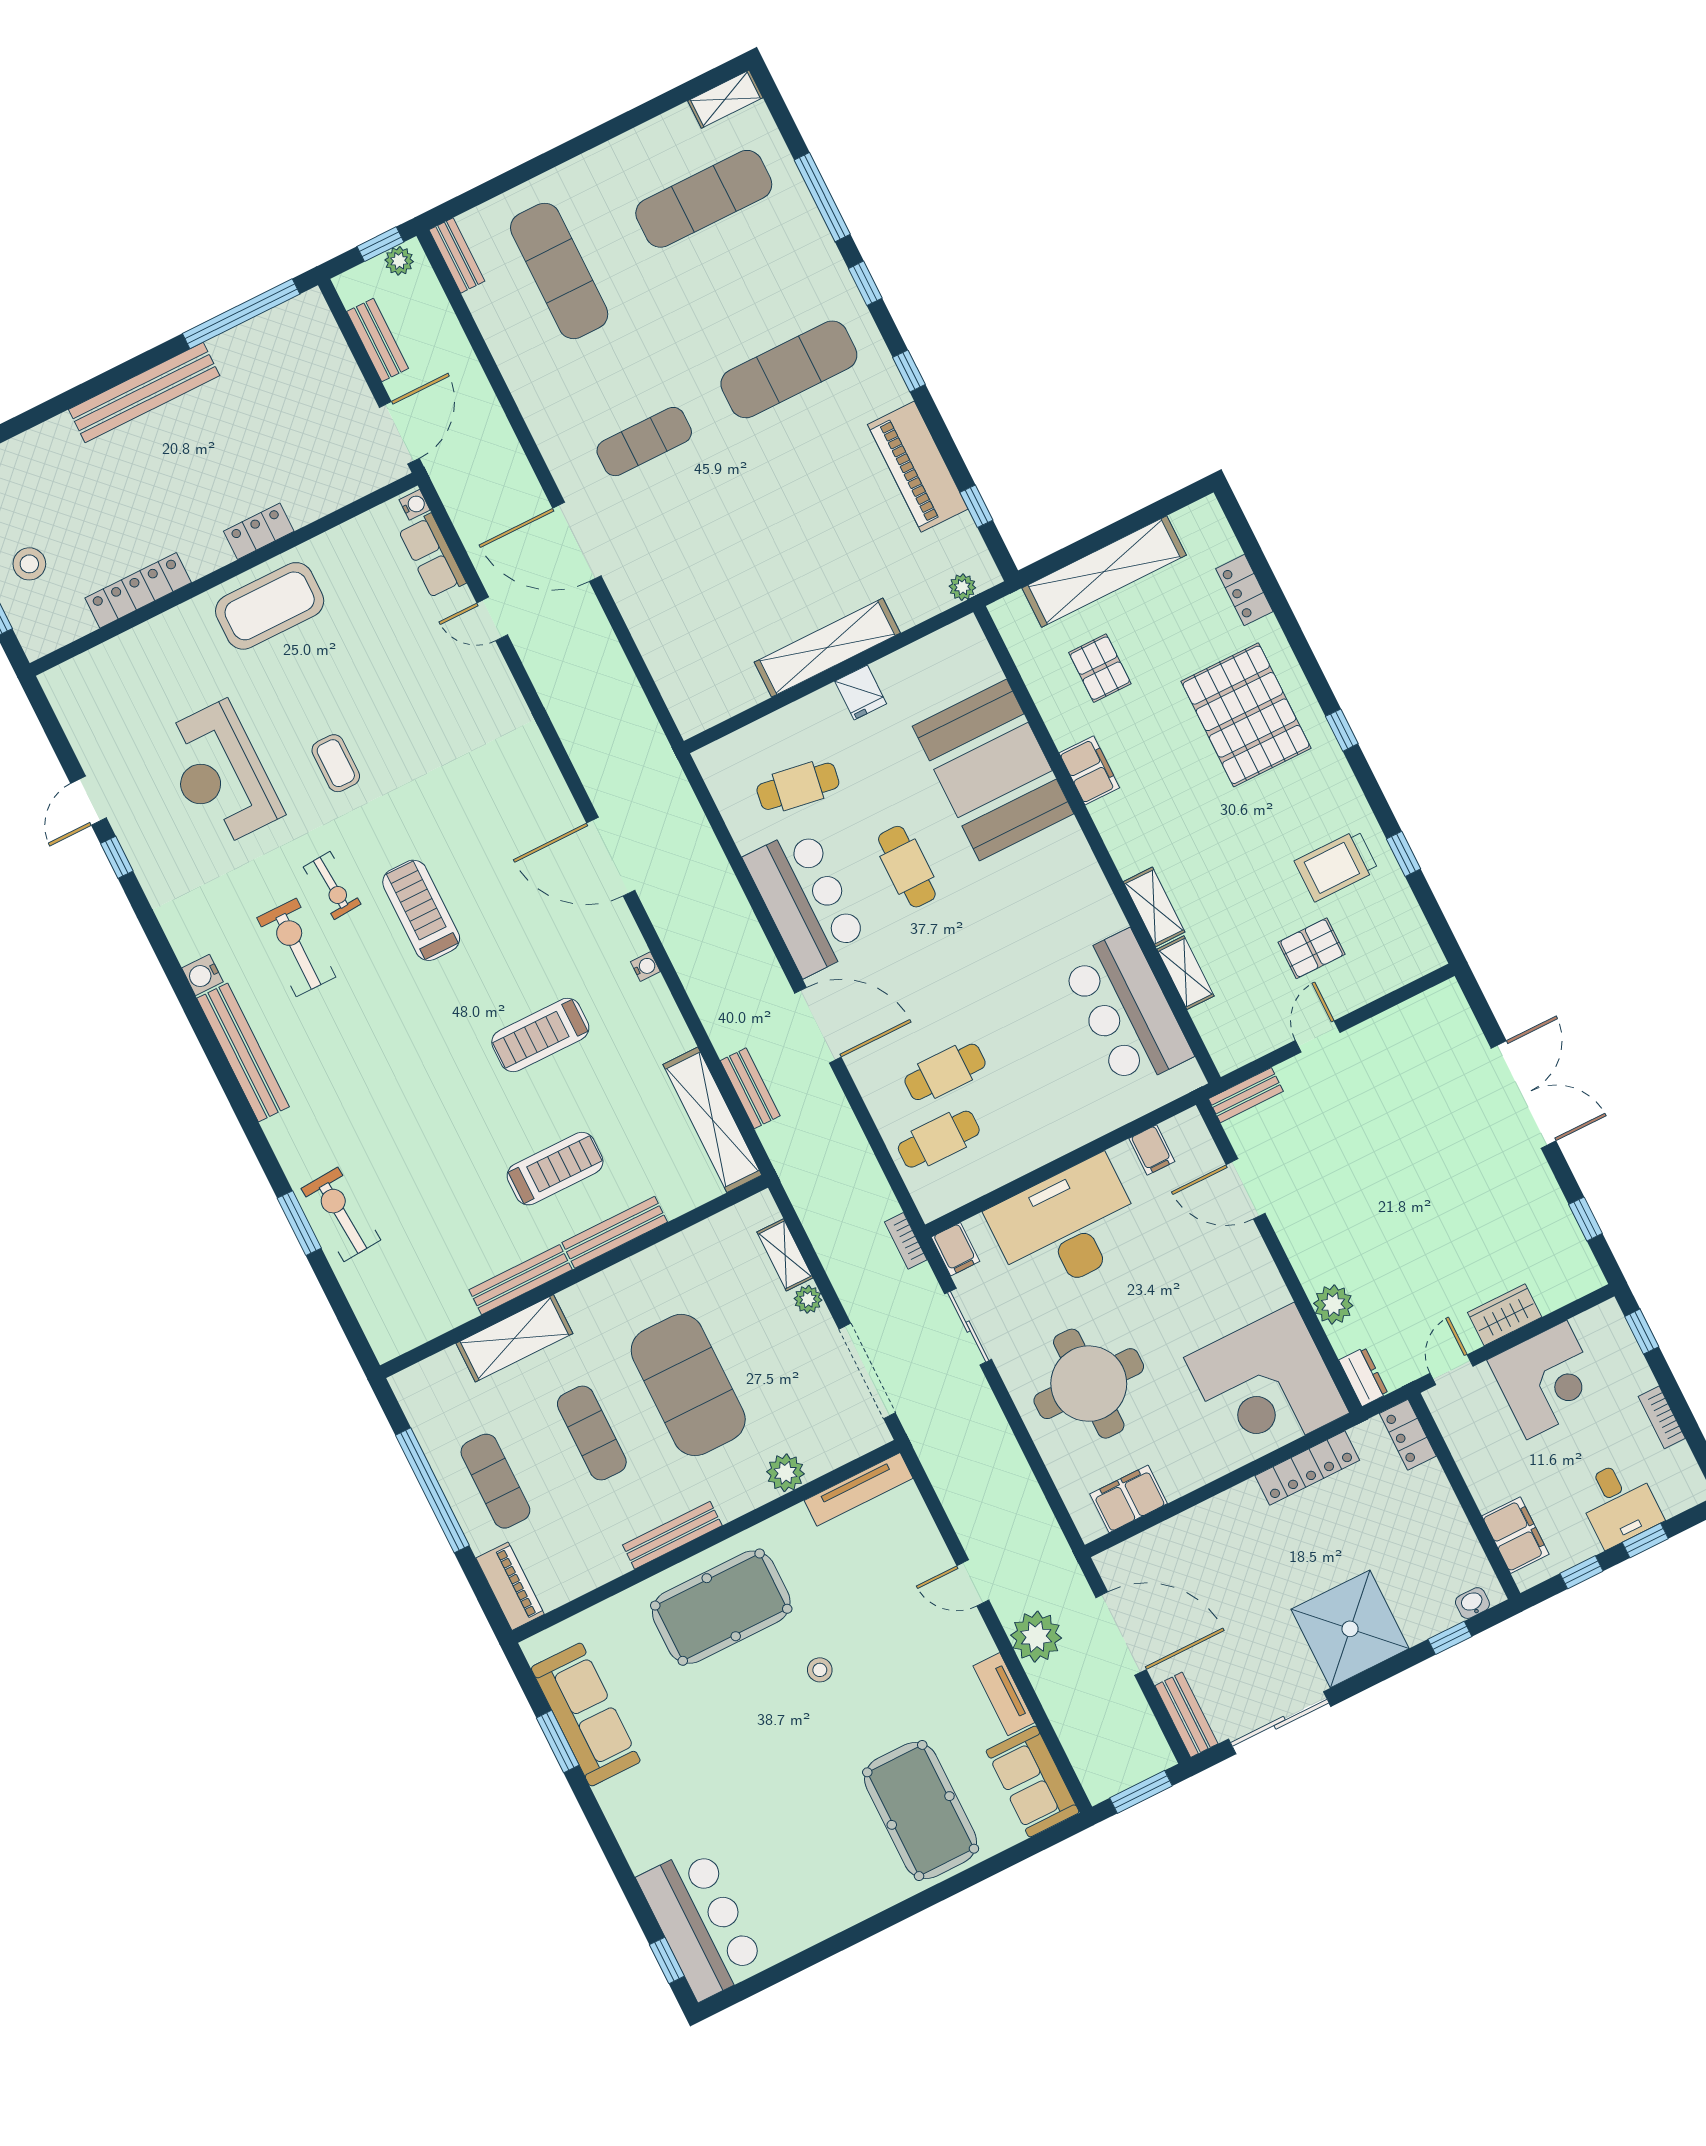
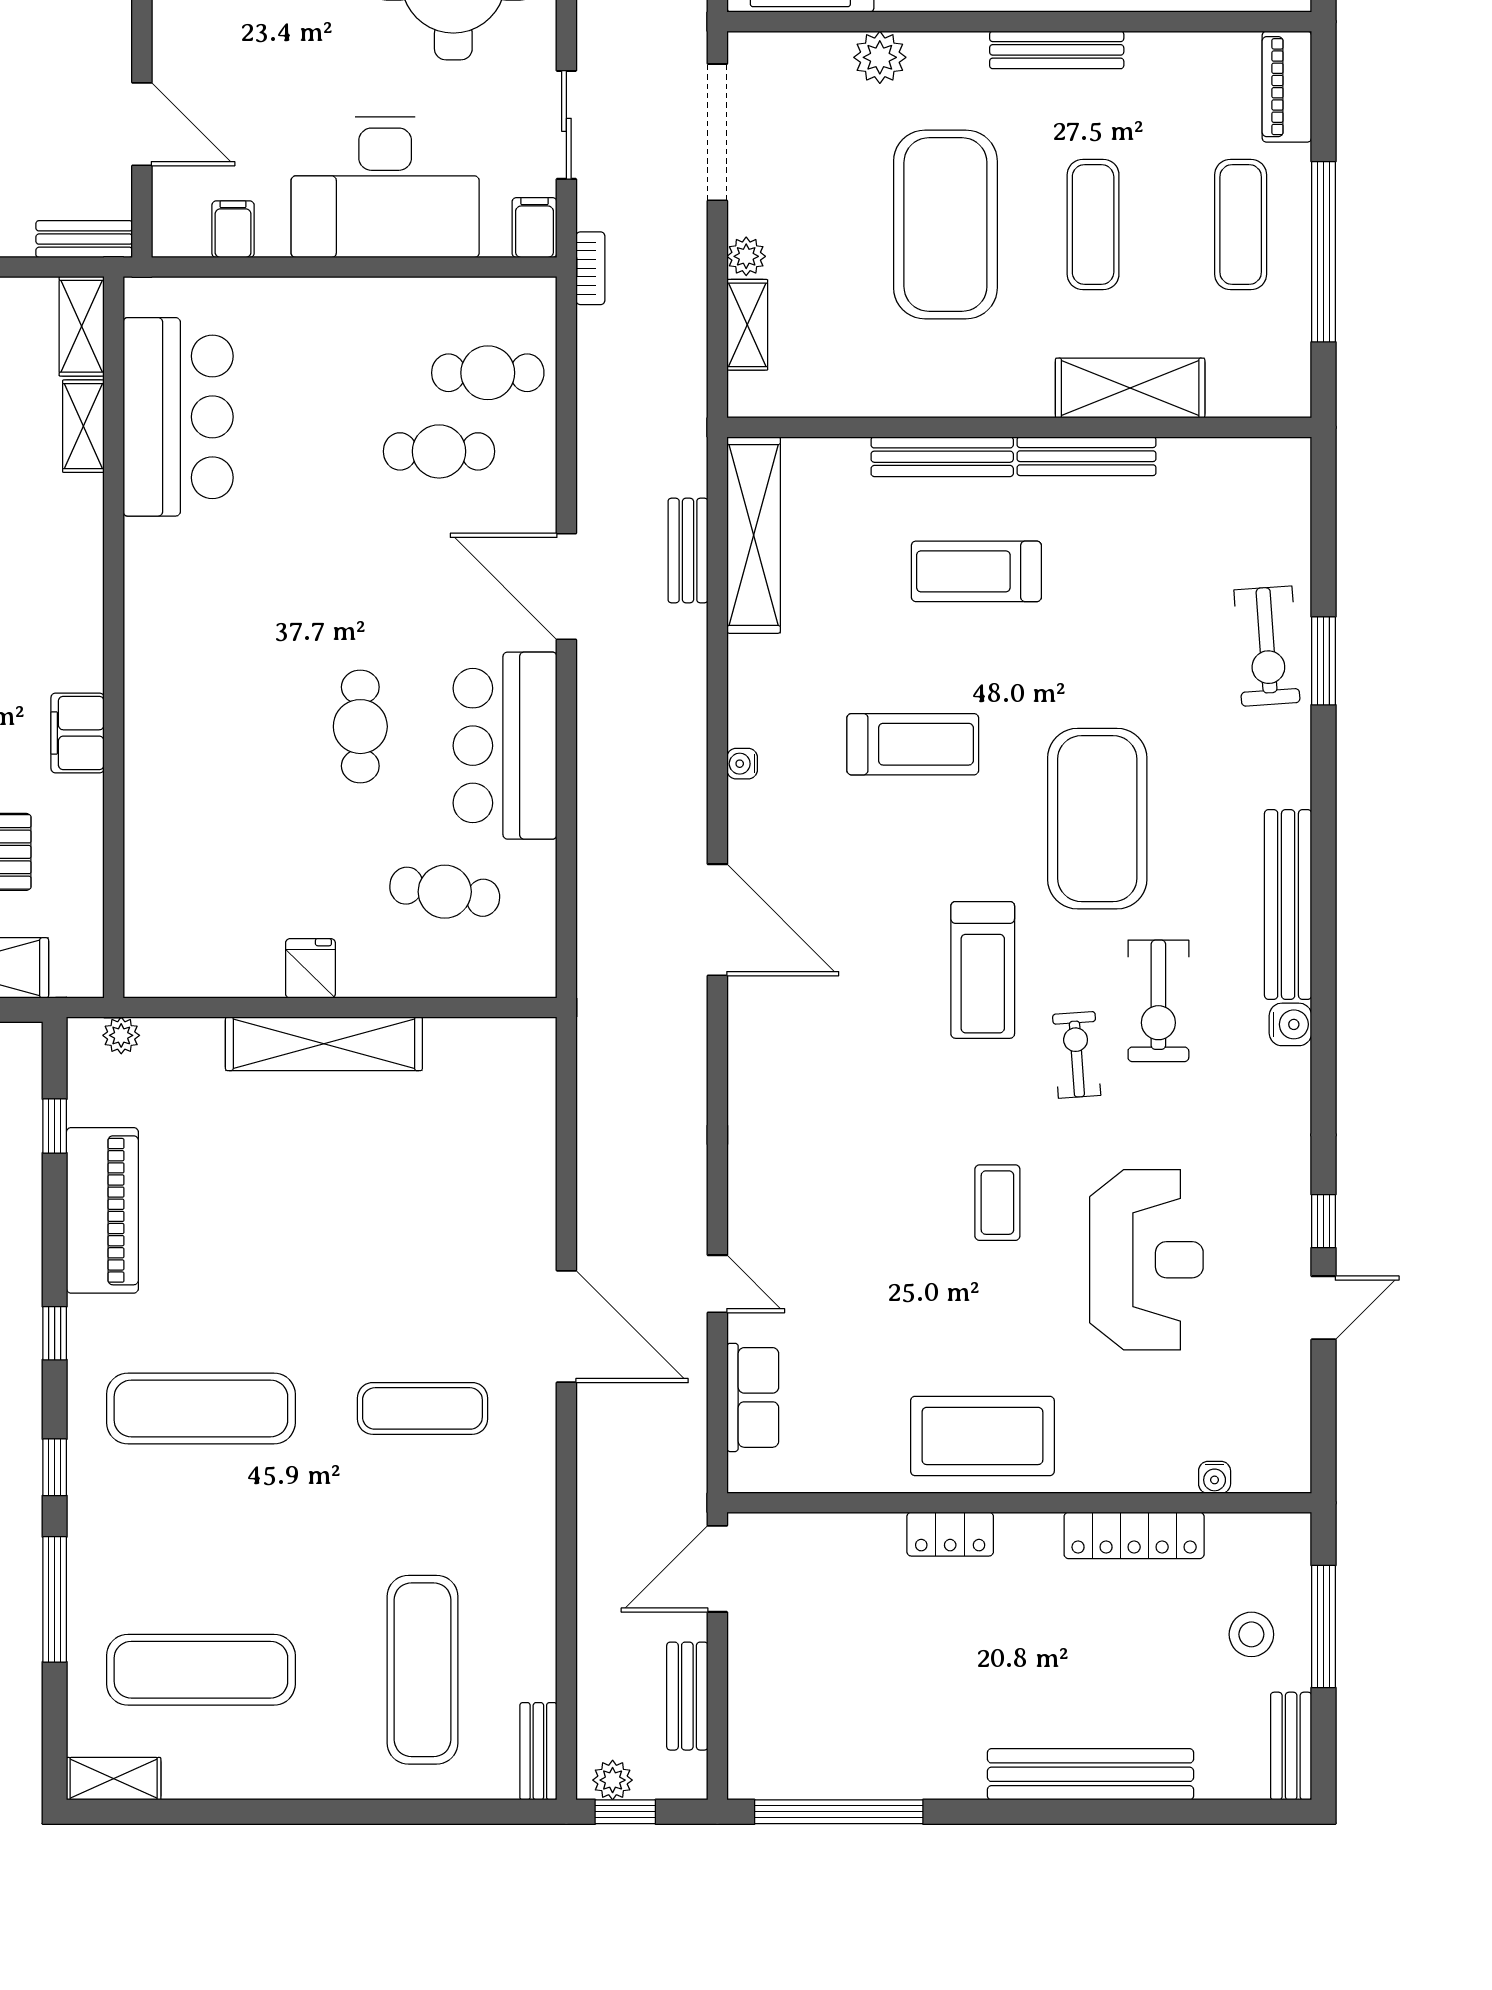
bench: (144, 393) -> (1090, 1774), moved
water cooler: (415, 505) -> (1215, 1477), moved, turned -90
booth: (993, 770) -> (196, 792), removed
shelving: (1154, 907) -> (82, 326), moved
exercise mat: (396, 1046) -> (1097, 819), added

